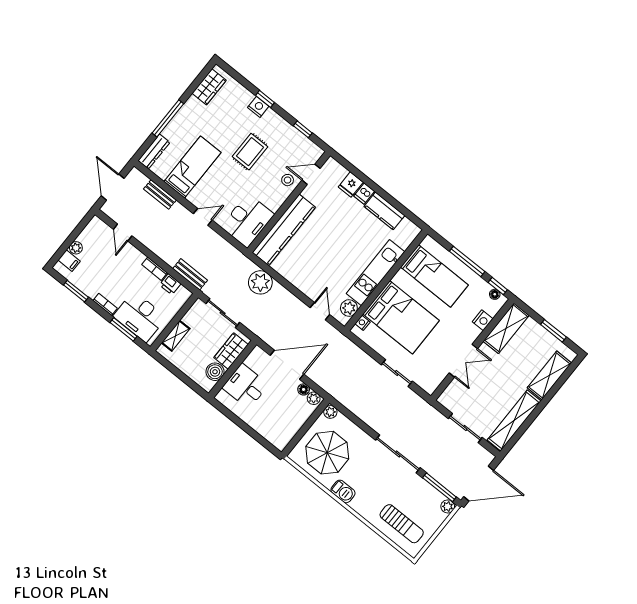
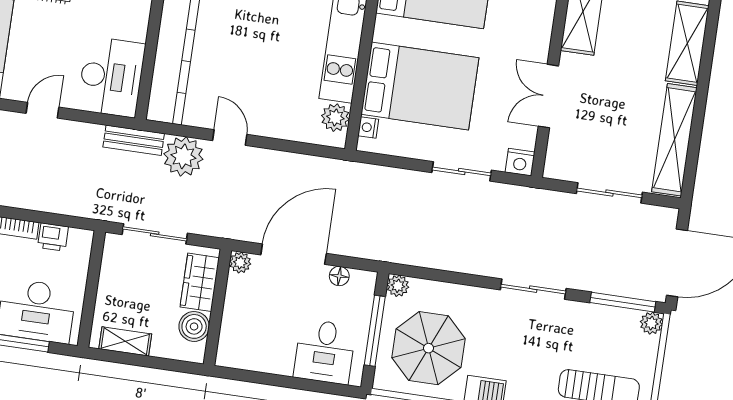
bench: (190, 274) -> (134, 140), moved
door: (320, 311) -> (230, 138), moved
nightstand: (483, 320) -> (520, 162), moved, turned 90
shelving: (176, 336) -> (125, 341), moved, turned 90
double door: (463, 361) -> (548, 96), swing flipped
desk: (245, 386) -> (325, 352), moved, turned -90
plant: (314, 398) -> (240, 263), moved
window: (305, 428) -> (375, 331), added
sliding door: (398, 454) -> (533, 289), width x0.73

